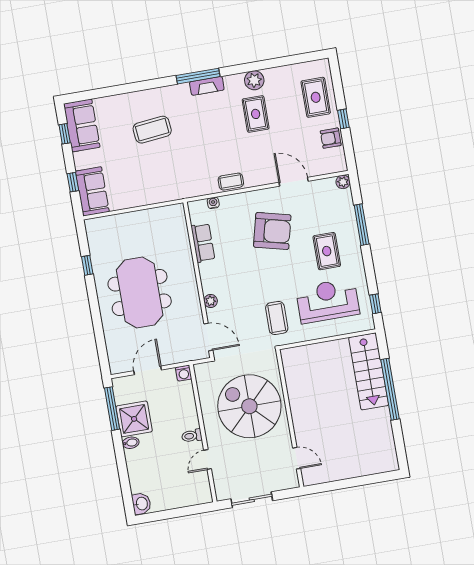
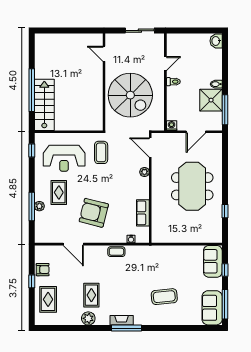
window: (65, 134) -> (225, 304), width x2.17
plant: (343, 182) -> (39, 206), moved

